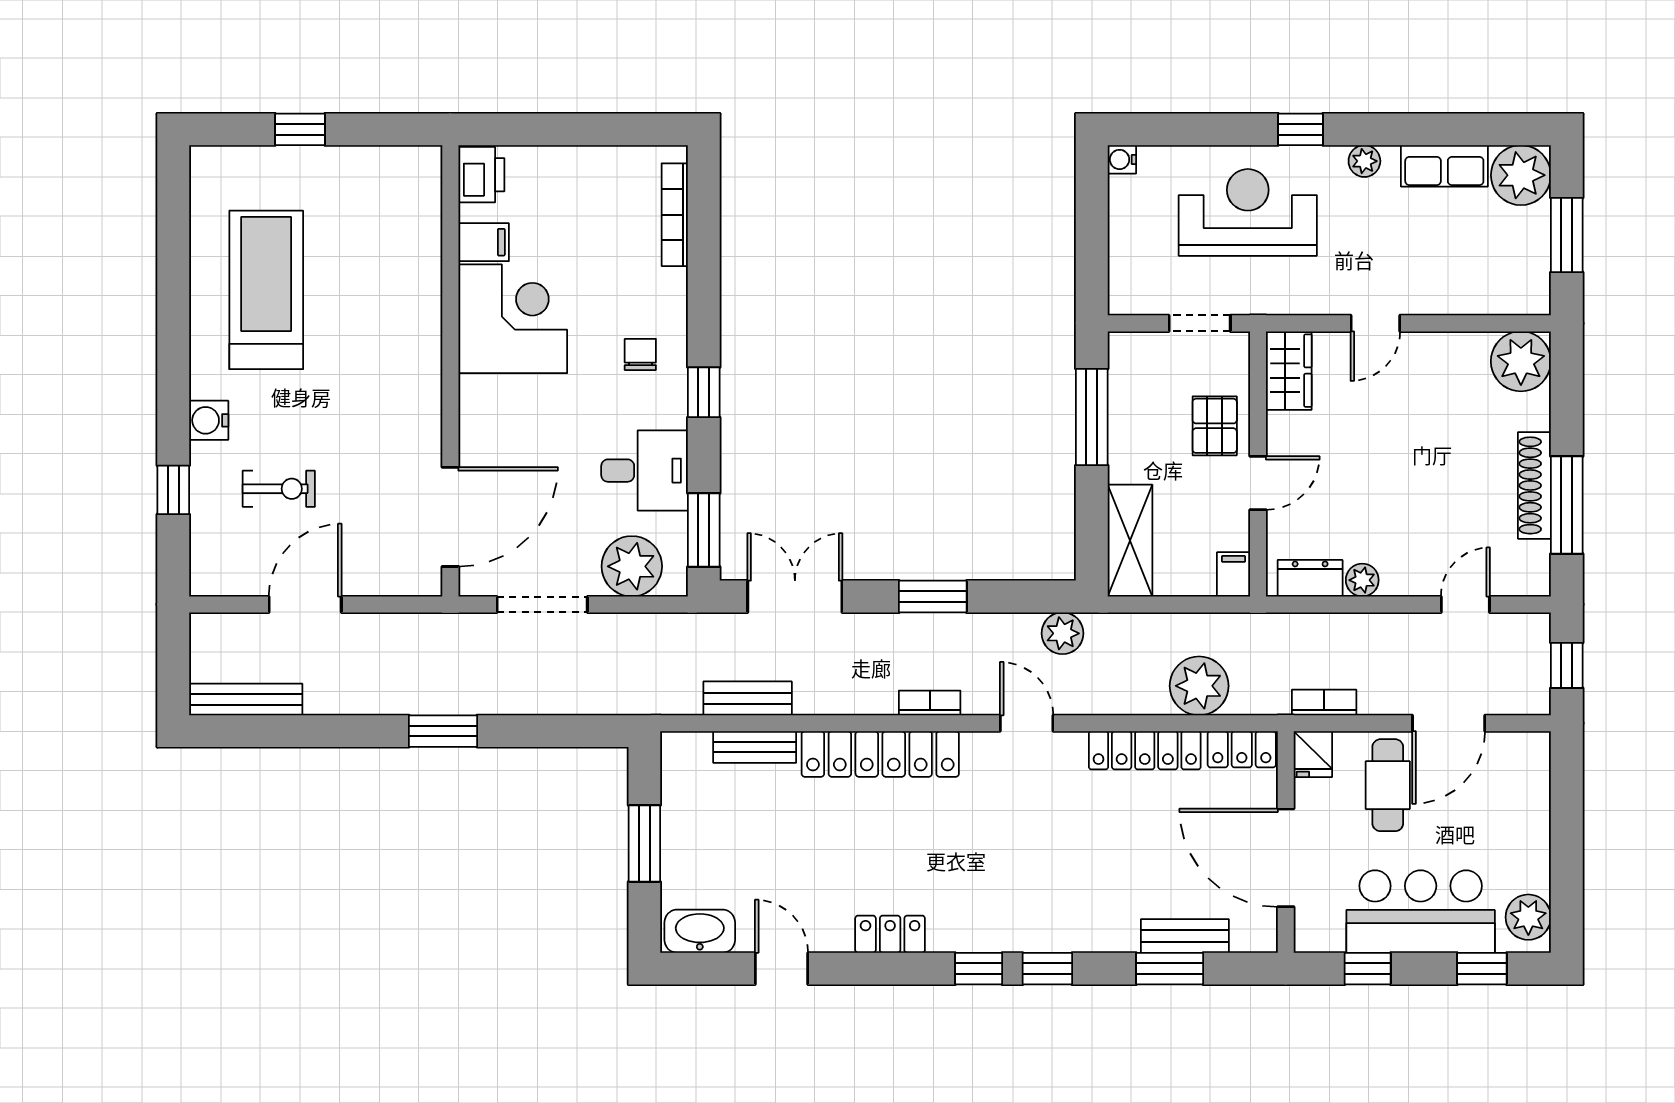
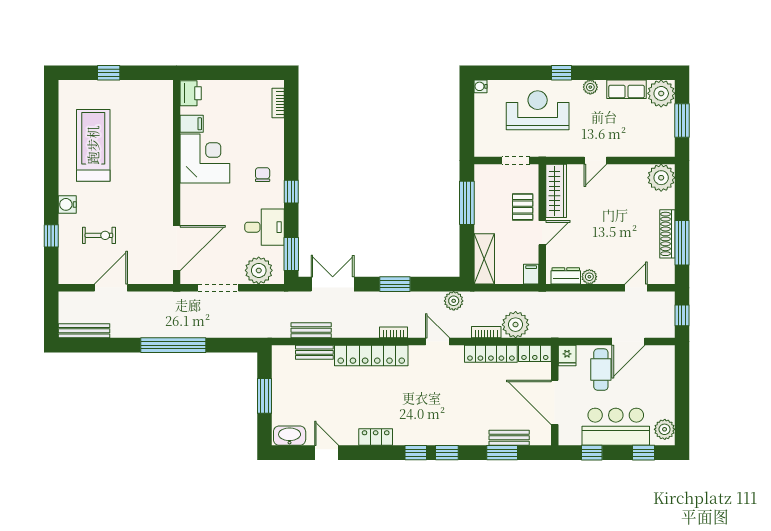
bookcase: (675, 215) -> (278, 103), width x0.64
wardrobe: (1289, 371) -> (556, 191), width x1.50
bookcase: (1324, 702) -> (486, 332), moved
window: (443, 731) -> (173, 345), width x2.11

